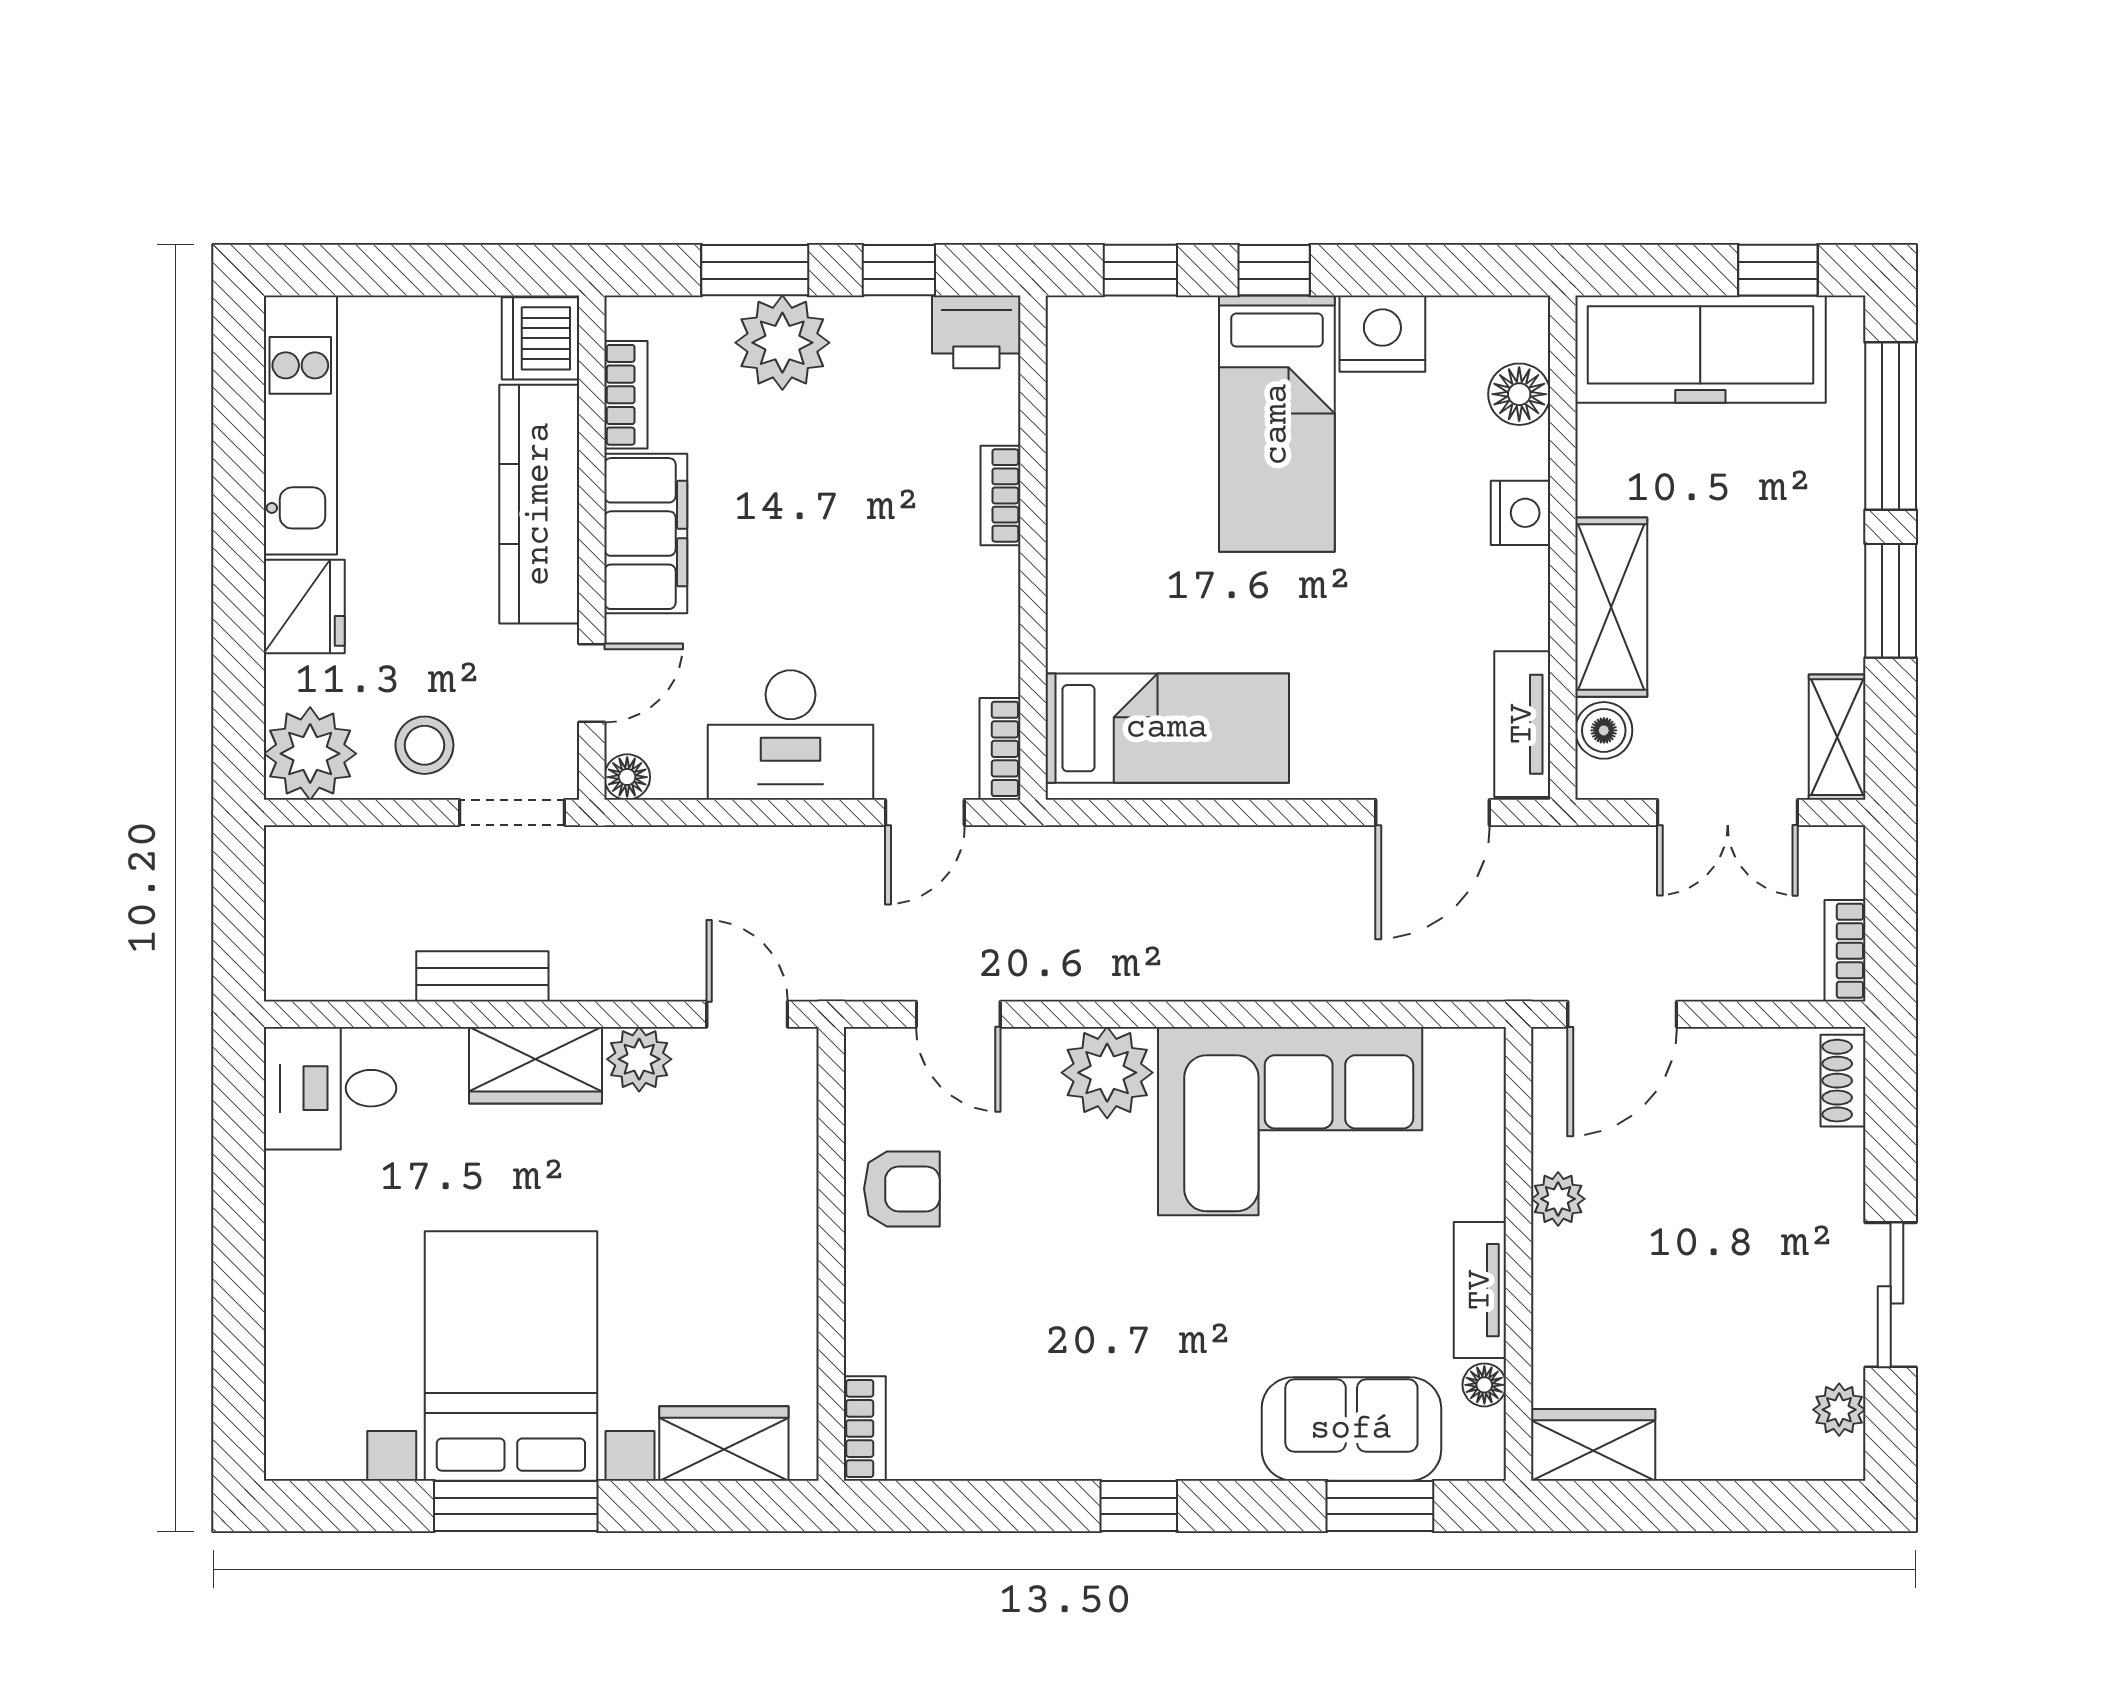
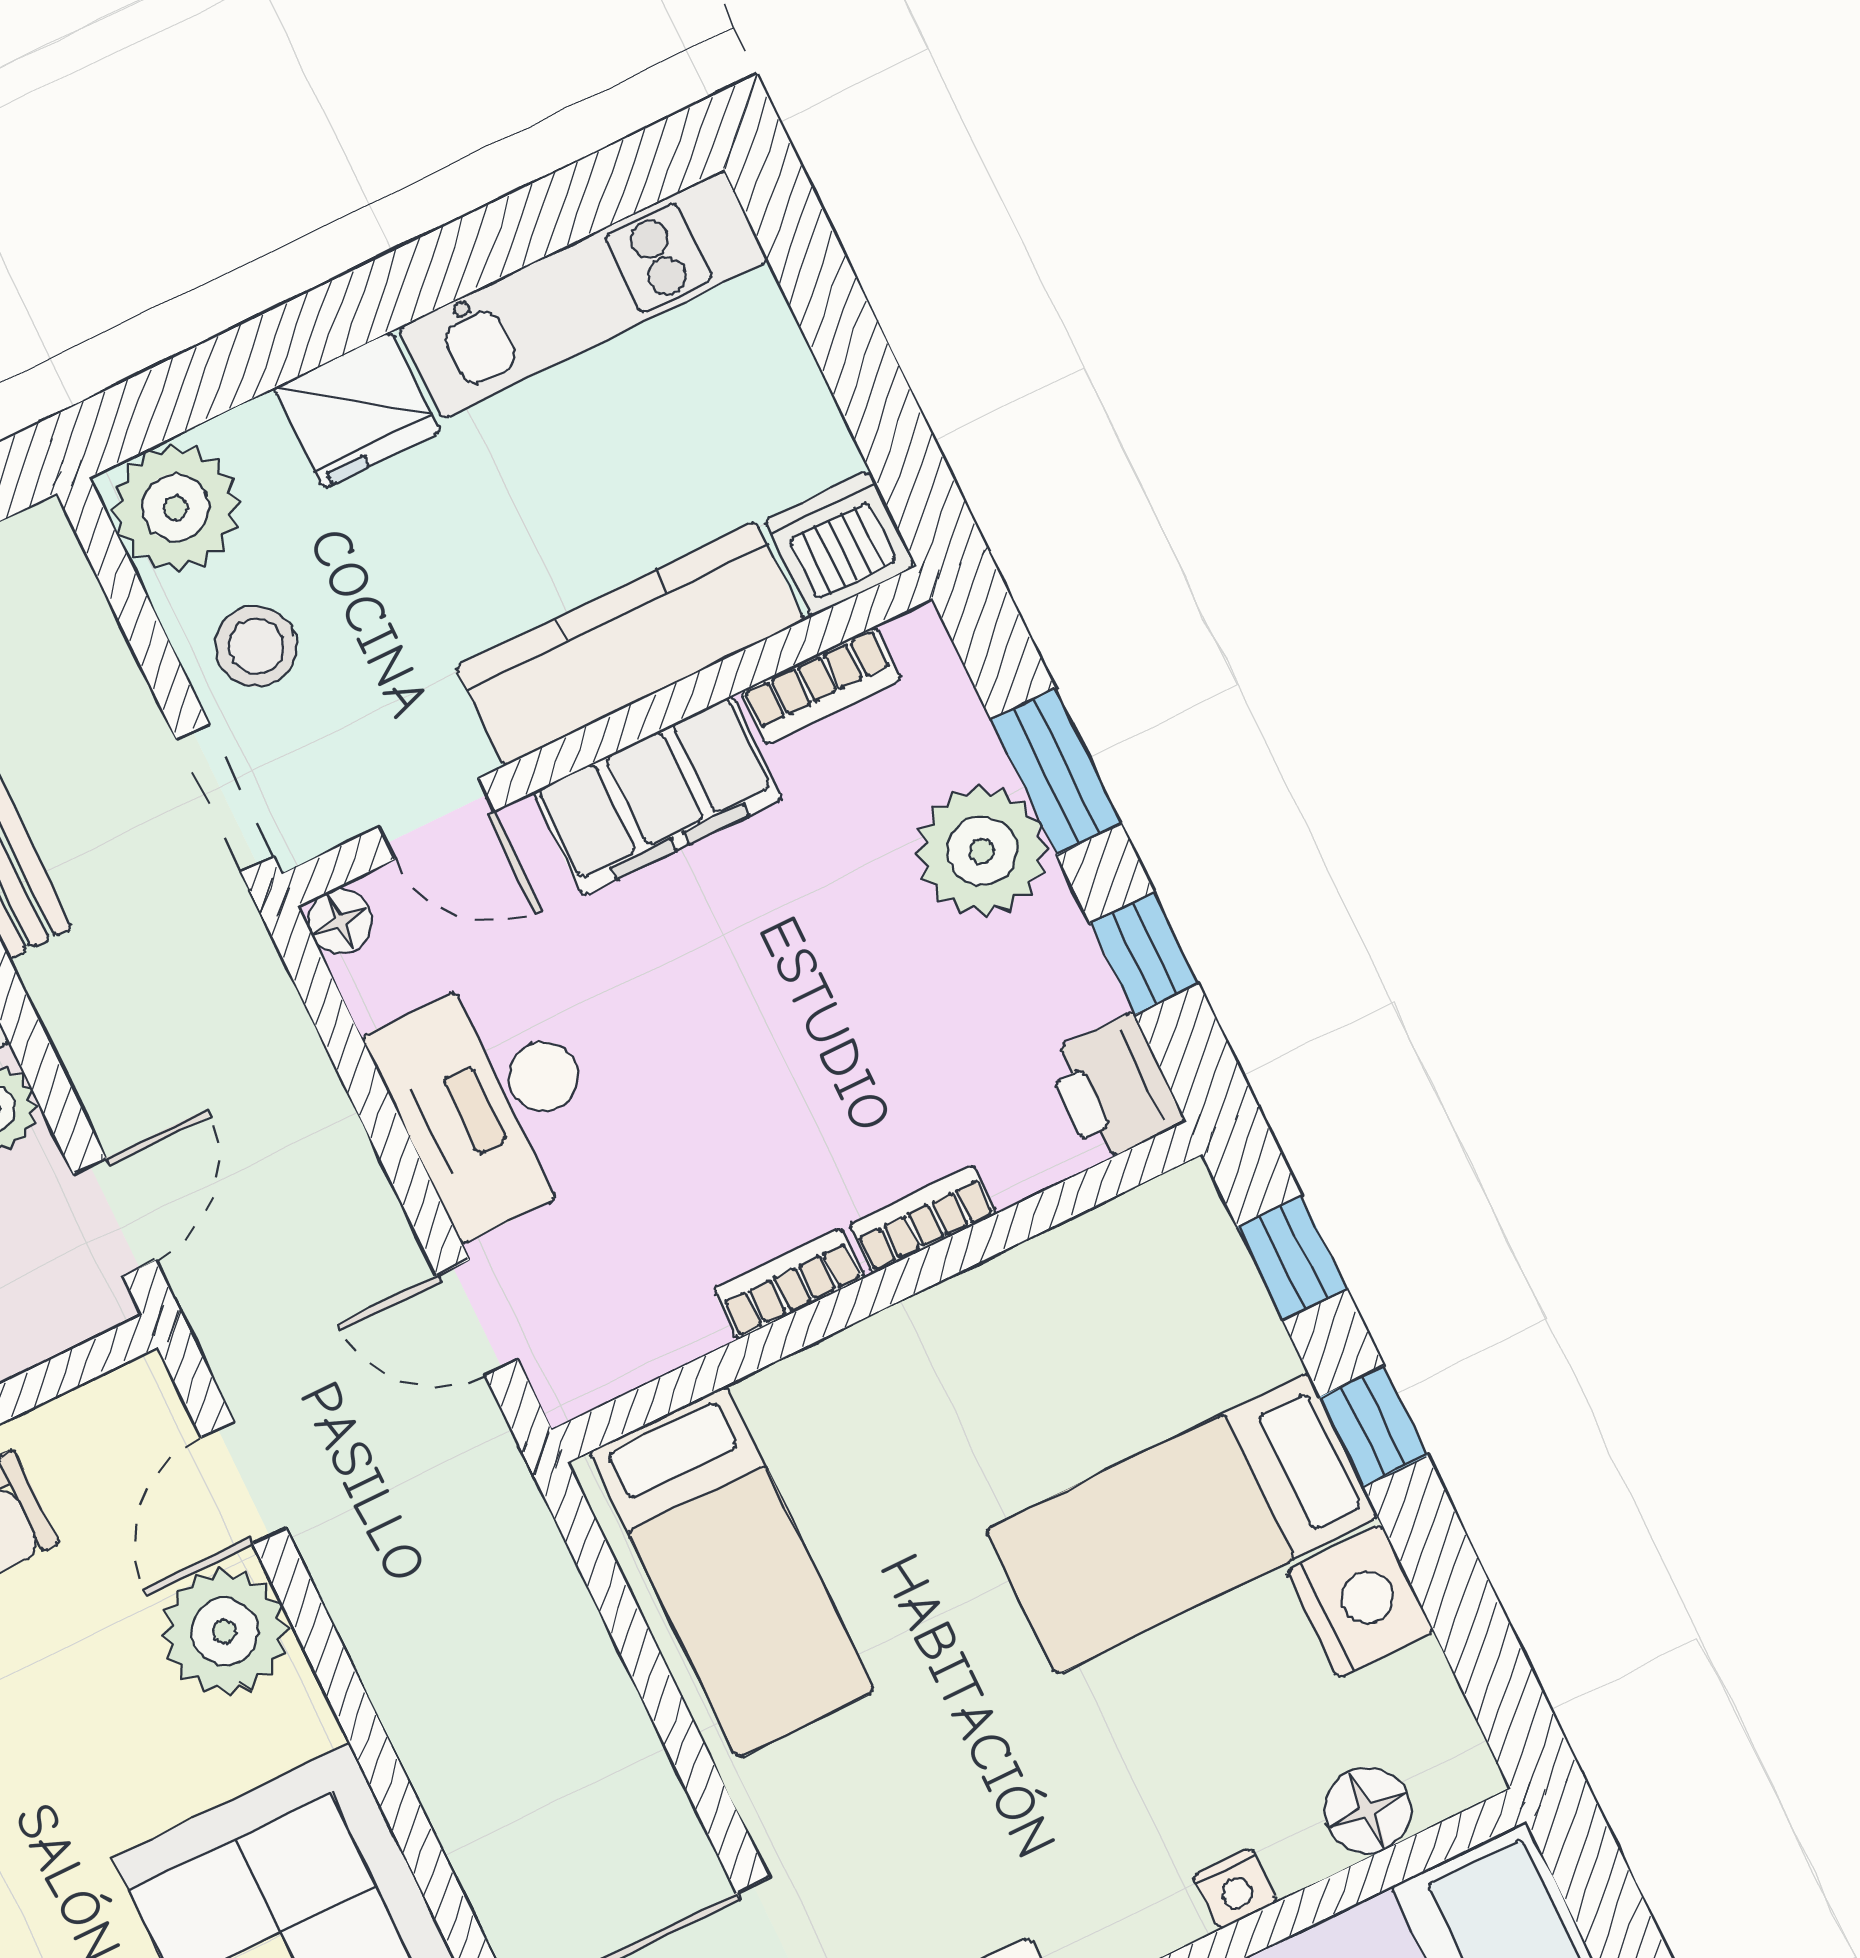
nightstand: (1520, 513) -> (1235, 1889), width x0.72, depth x0.74
bookcase: (1000, 749) -> (789, 1283), moved
plant: (1107, 1073) -> (225, 1632), moved

